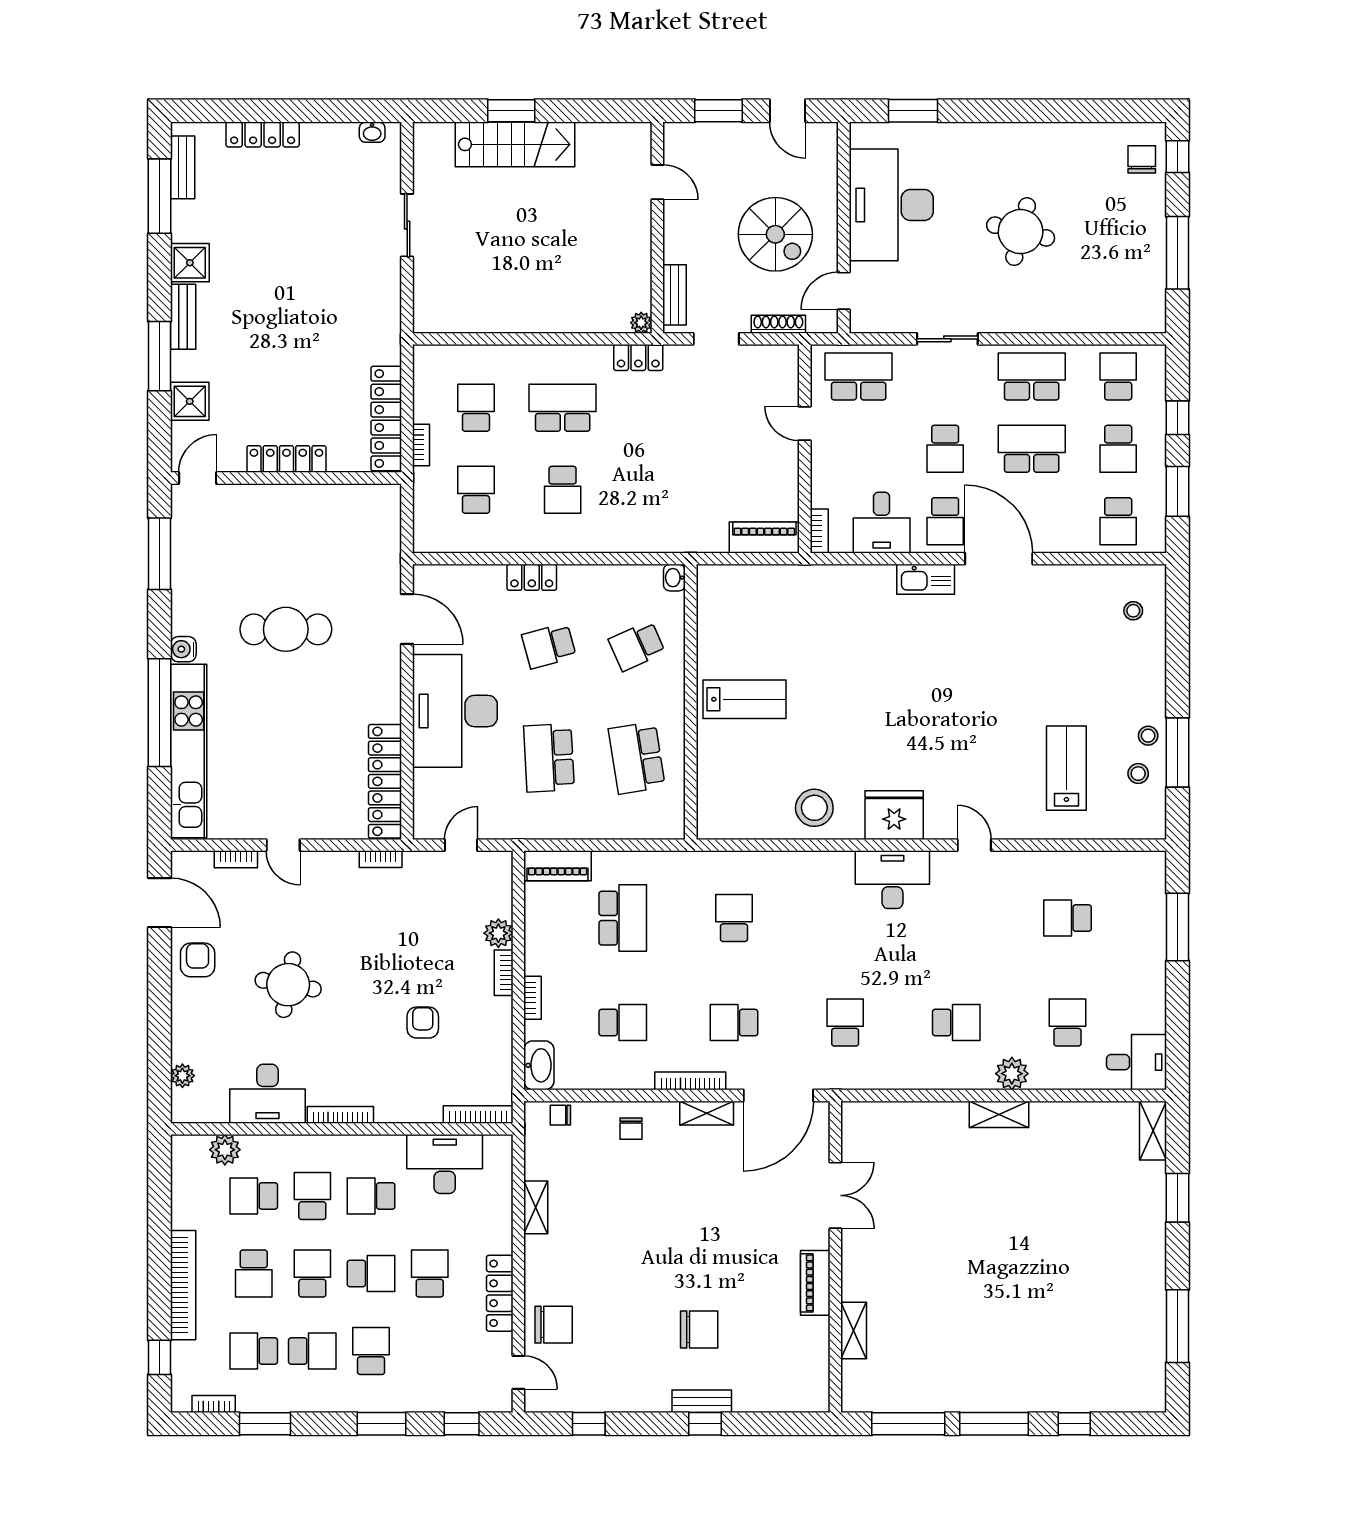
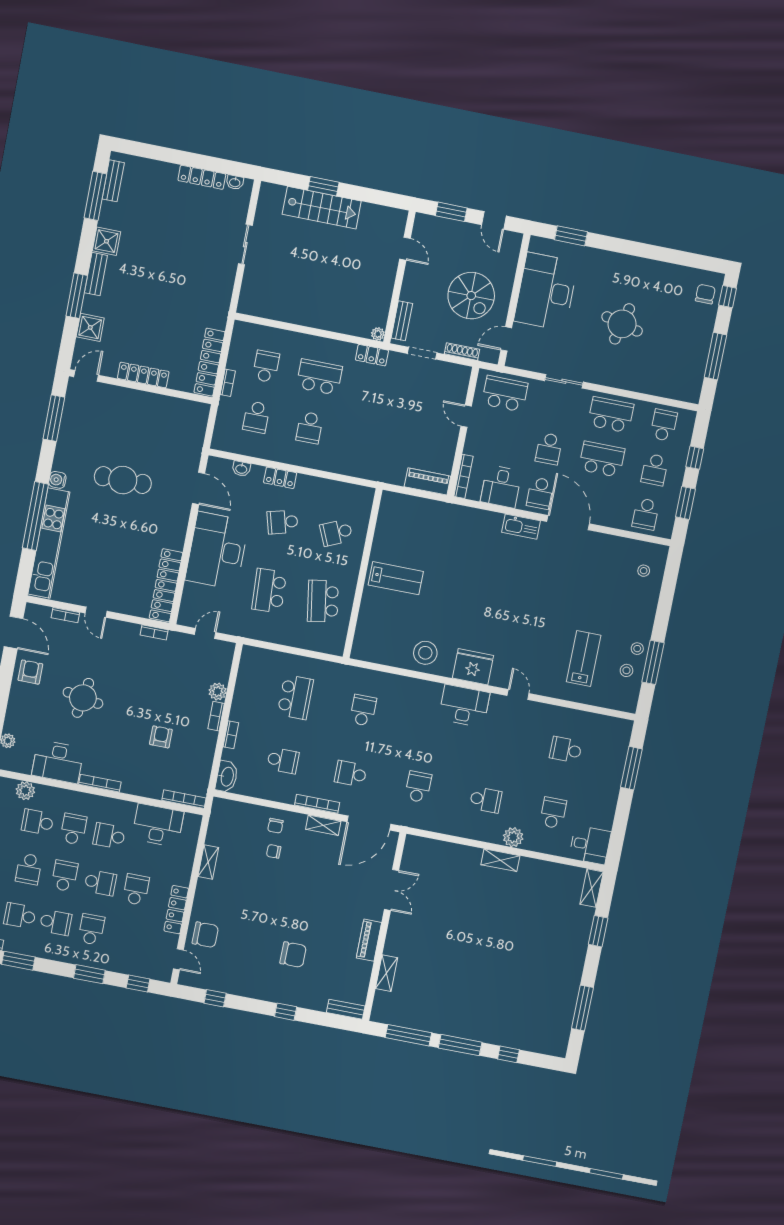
locker: (263, 135) -> (202, 177), moved
school desk: (476, 490) -> (256, 417), turned 180
bookcase: (819, 531) -> (463, 476), width x1.56
washbasin: (674, 578) -> (241, 469), moved, turned -90
piano: (558, 866) -> (262, 658), removed
chair: (560, 1115) -> (274, 851), moved
bench: (702, 1401) -> (346, 1009), moved

